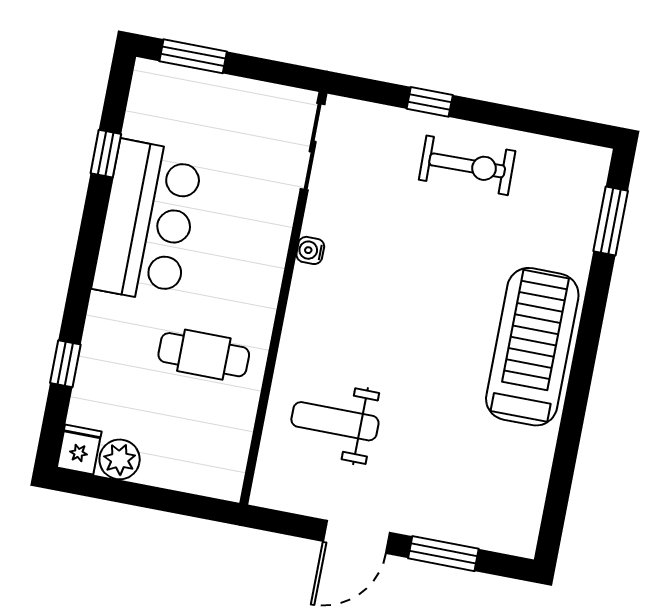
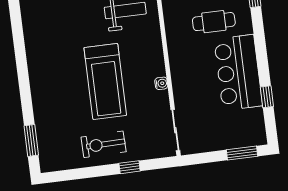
treadmill: (532, 347) -> (105, 81), moved
cafe table: (204, 355) -> (214, 22), moved

